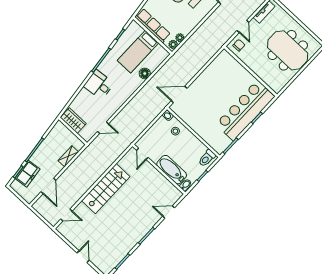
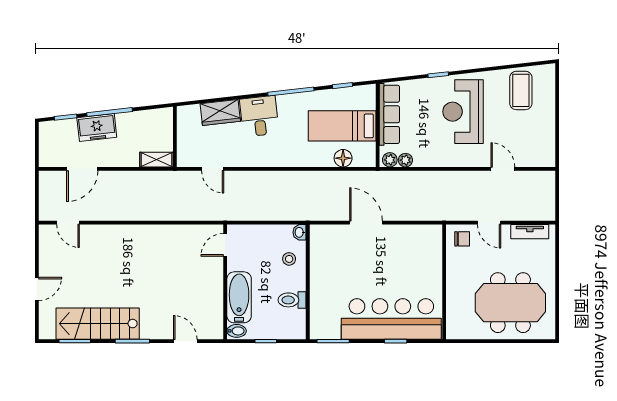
door: (243, 26) -> (489, 223), hinge flipped
meeting table: (288, 50) -> (510, 303), turned 90
floor lamp: (145, 73) -> (343, 158), moved
door: (179, 95) -> (366, 223), moved
wardrobe: (73, 121) -> (220, 112), moved, turned 84
shelving: (68, 156) -> (156, 160), moved
toilet: (207, 158) -> (292, 300), moved
freezer: (27, 174) -> (97, 128), moved
stairs: (106, 189) -> (98, 324), moved, turned 180

